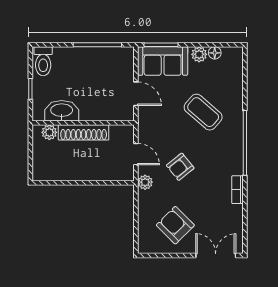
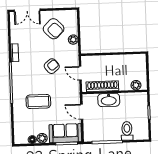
toilet: (43, 61) -> (127, 131), moved
washbasin: (62, 111) -> (109, 100), moved
coffee table: (203, 112) -> (38, 102), turned -41
shoe rack: (84, 132) -> (102, 86), moved
plant: (145, 182) -> (73, 40), moved

